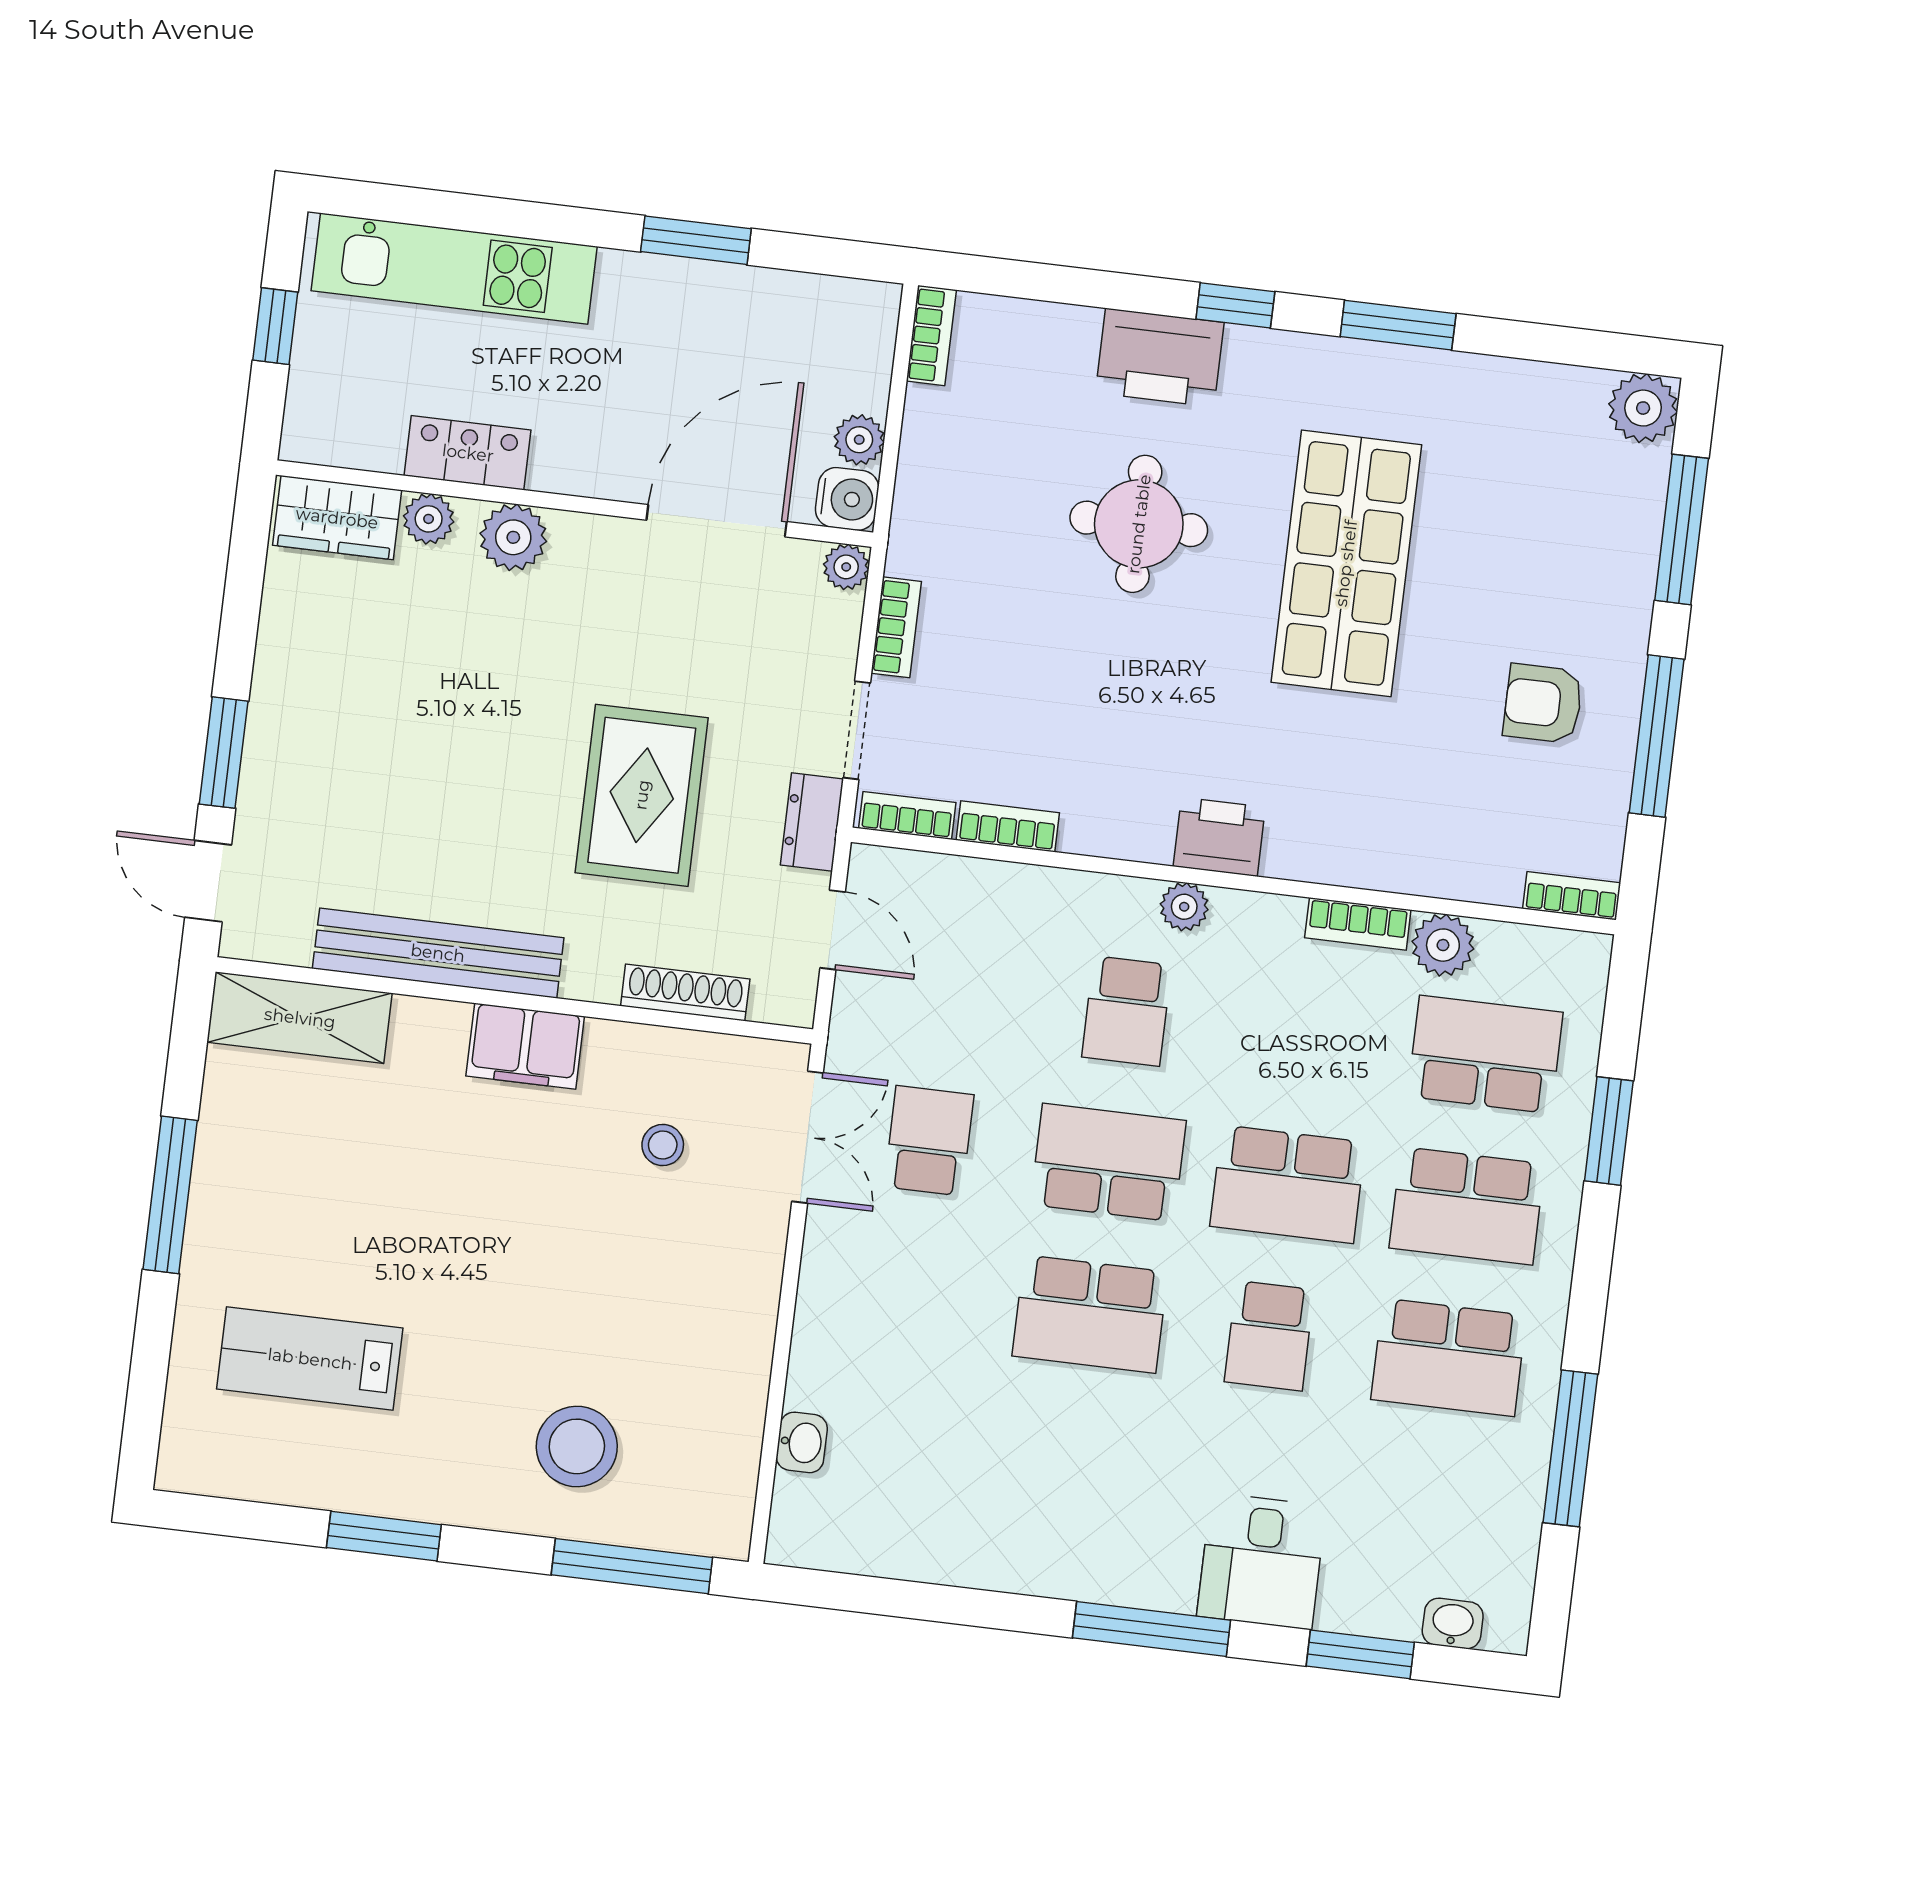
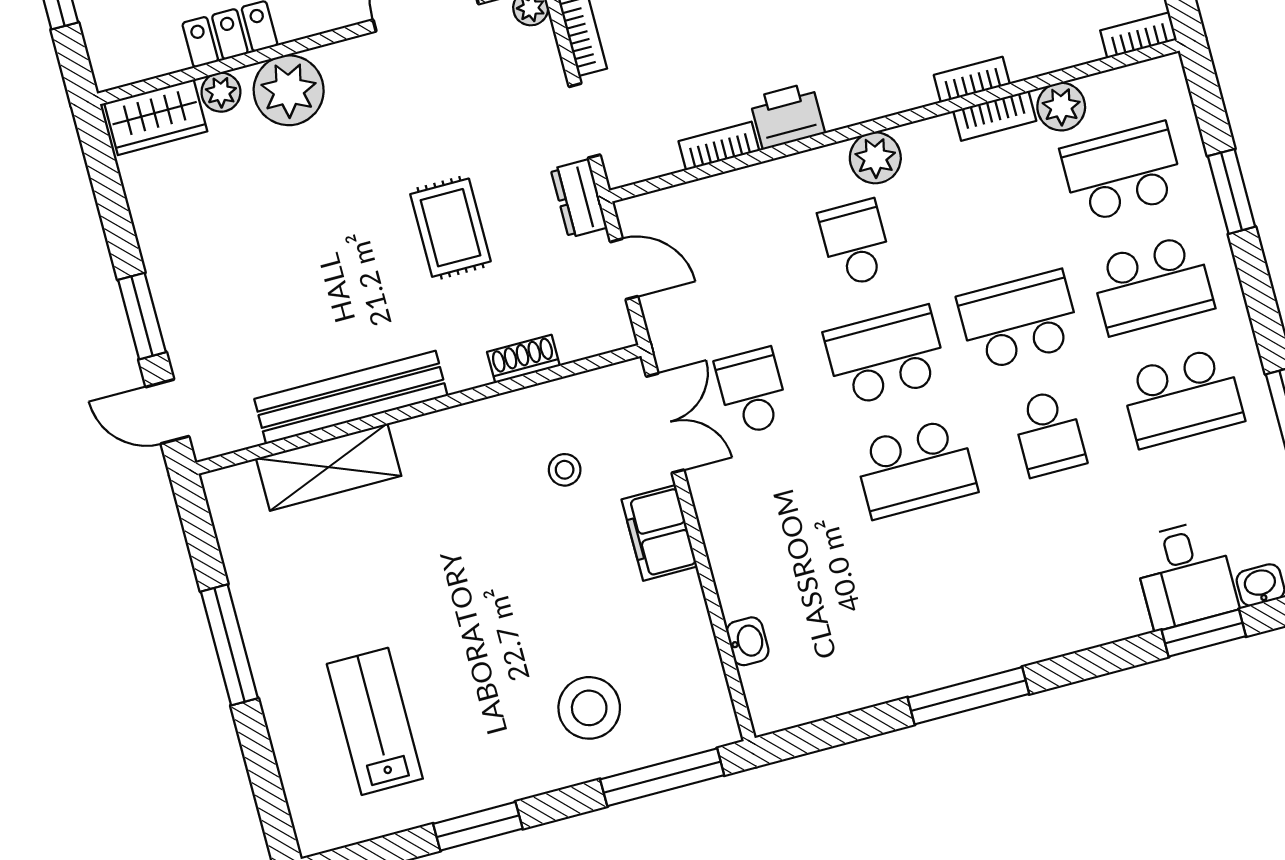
plant: (513, 537) -> (289, 90), width x1.36, depth x1.36
rug: (642, 795) -> (451, 228), width x0.73, depth x0.70
bookcase: (907, 815) -> (972, 80), moved
printer: (1219, 837) -> (787, 116), moved
plant: (1184, 907) -> (875, 158), width x1.38, depth x1.38
shoe rack: (685, 992) -> (523, 359), width x0.70
school desk: (1127, 1011) -> (856, 243), turned 180
shelving: (300, 1018) -> (329, 467), moved
filing cabinet: (525, 1046) -> (659, 533), moved, turned 90
school desk: (1288, 1184) -> (1019, 320), turned 180
lab bench: (310, 1359) -> (375, 721), turned 90
desk: (1262, 1561) -> (1185, 574), moved
window: (1151, 1629) -> (968, 696), moved

